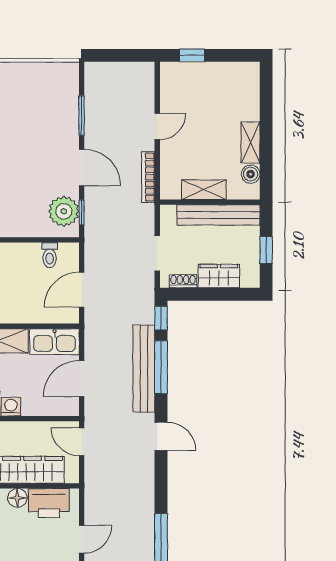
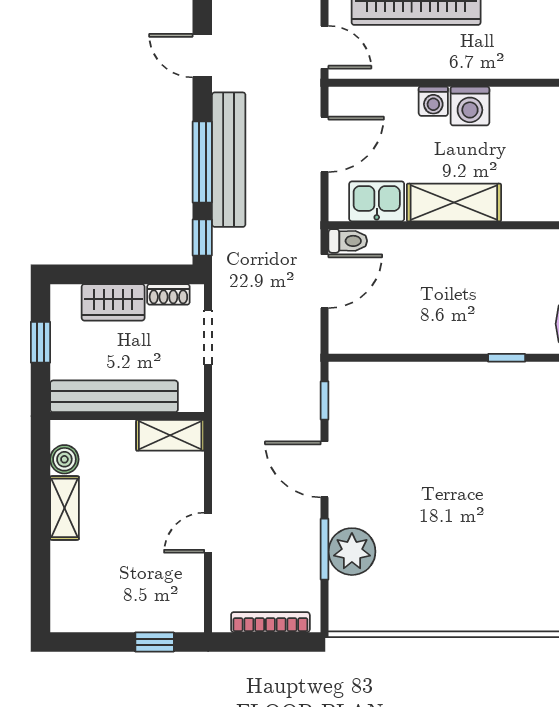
bookcase: (148, 177) -> (270, 622), moved, turned -90
shelving: (204, 190) -> (170, 435), moved
plant: (64, 211) -> (352, 552), moved
toilet: (50, 255) -> (348, 241), moved, turned 90
kitchen sink: (54, 342) -> (377, 201), width x0.73

